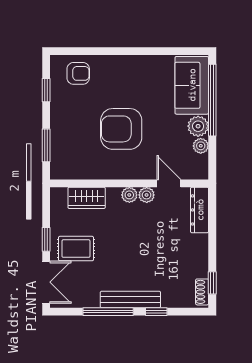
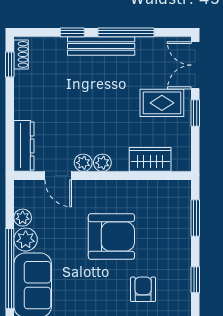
armchair: (78, 73) -> (143, 289), moved, turned 90

